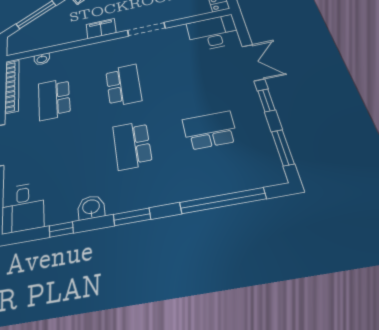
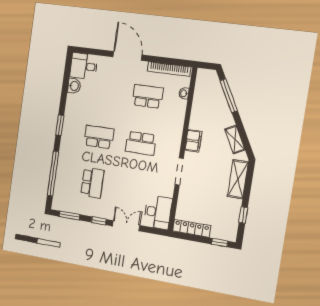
double door: (253, 62) -> (126, 226), swing flipped
washbasin: (91, 207) -> (74, 86), moved
window: (61, 229) -> (65, 86), removed

